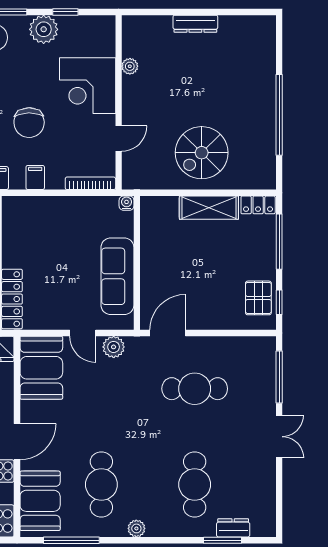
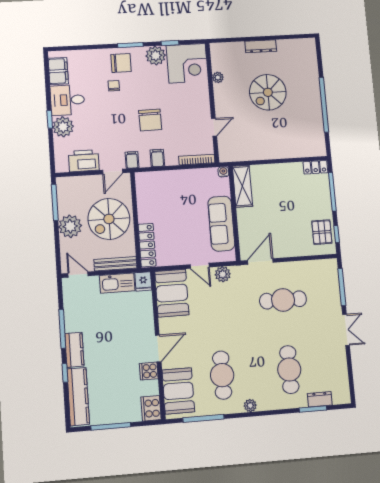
corner desk: (88, 86) -> (187, 63), moved, turned -90
spiral stairs: (202, 153) -> (268, 92), moved
shelving: (209, 208) -> (242, 186), moved, turned 90

